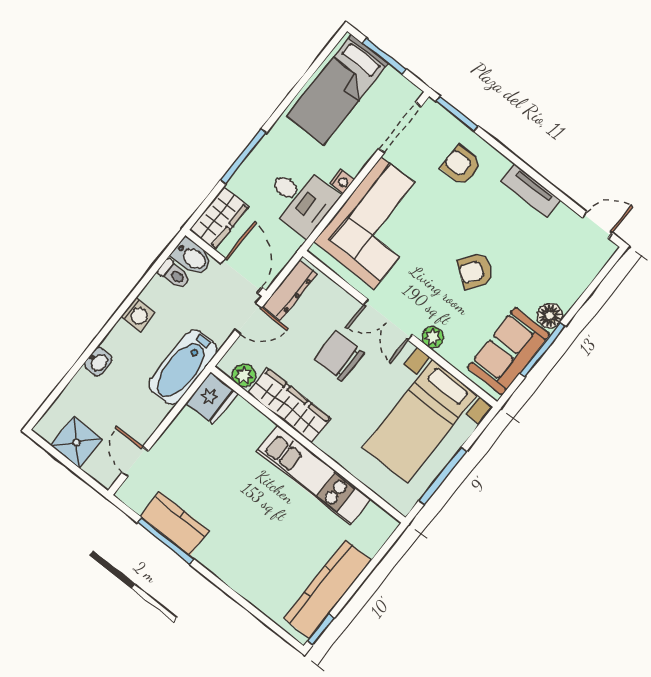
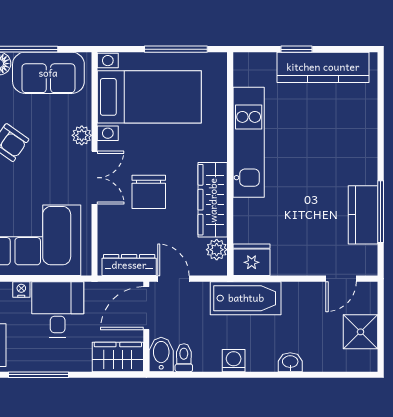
window: (243, 156) -> (39, 375), moved
window: (321, 629) -> (296, 49), moved

